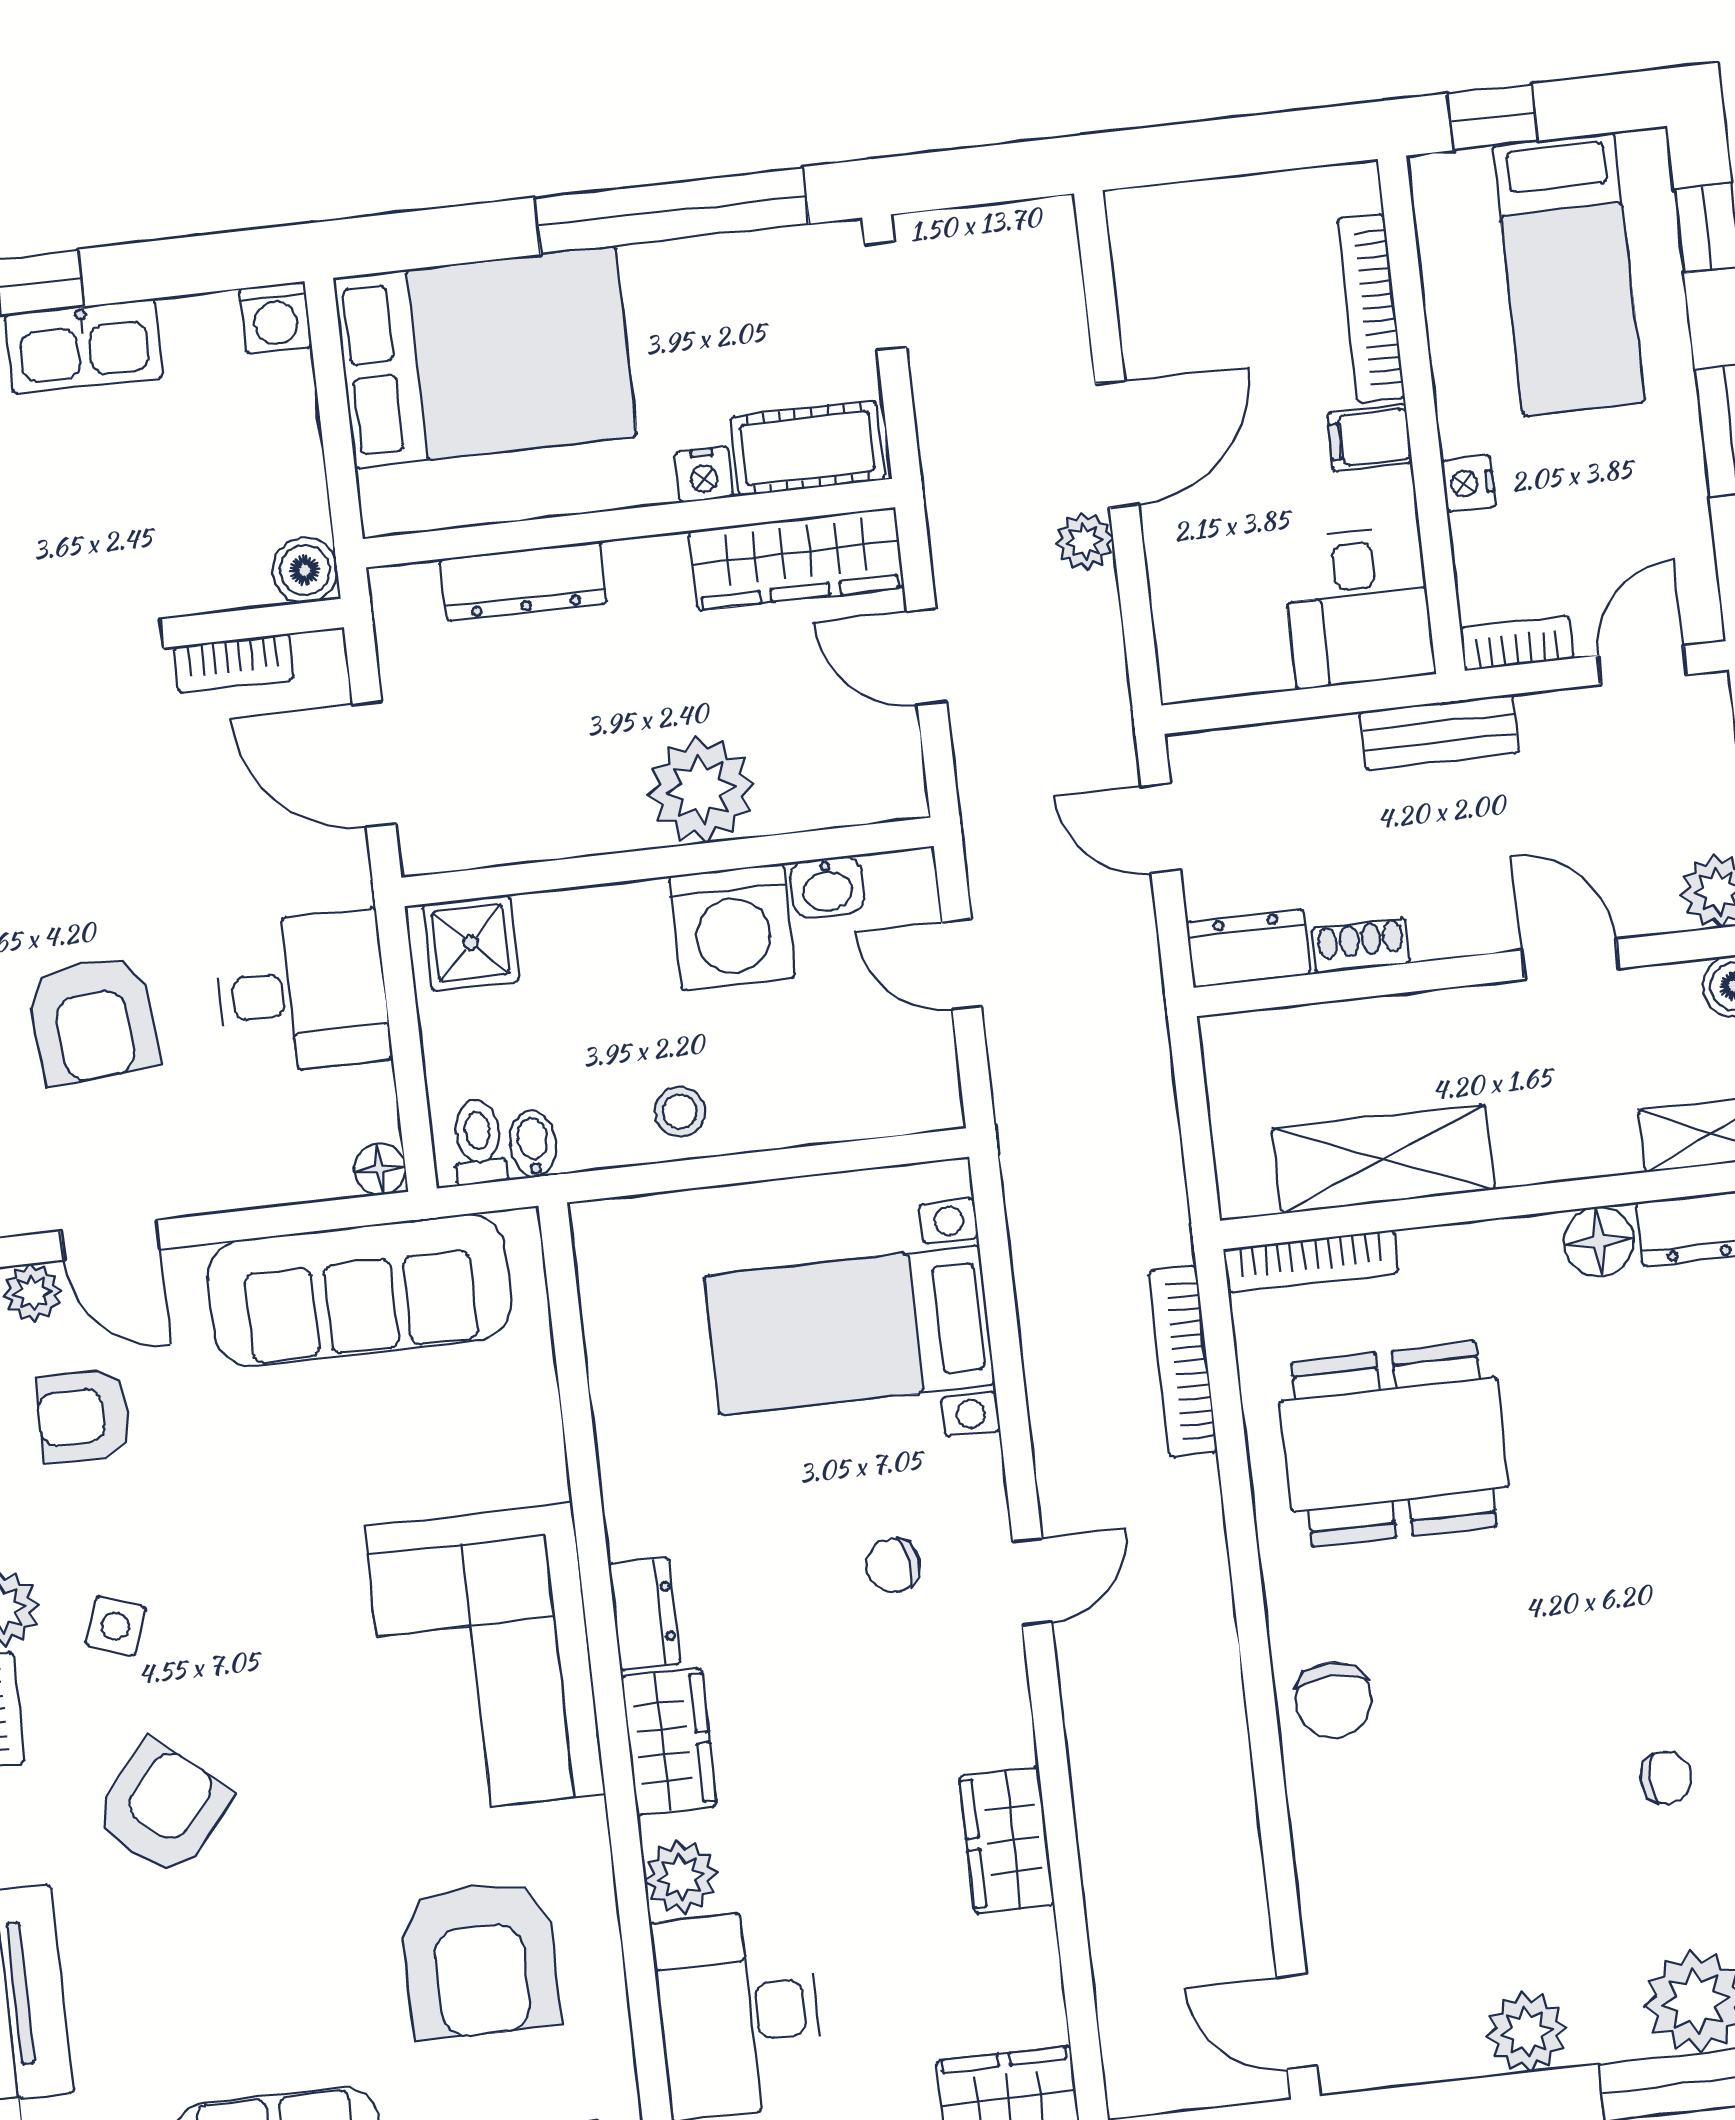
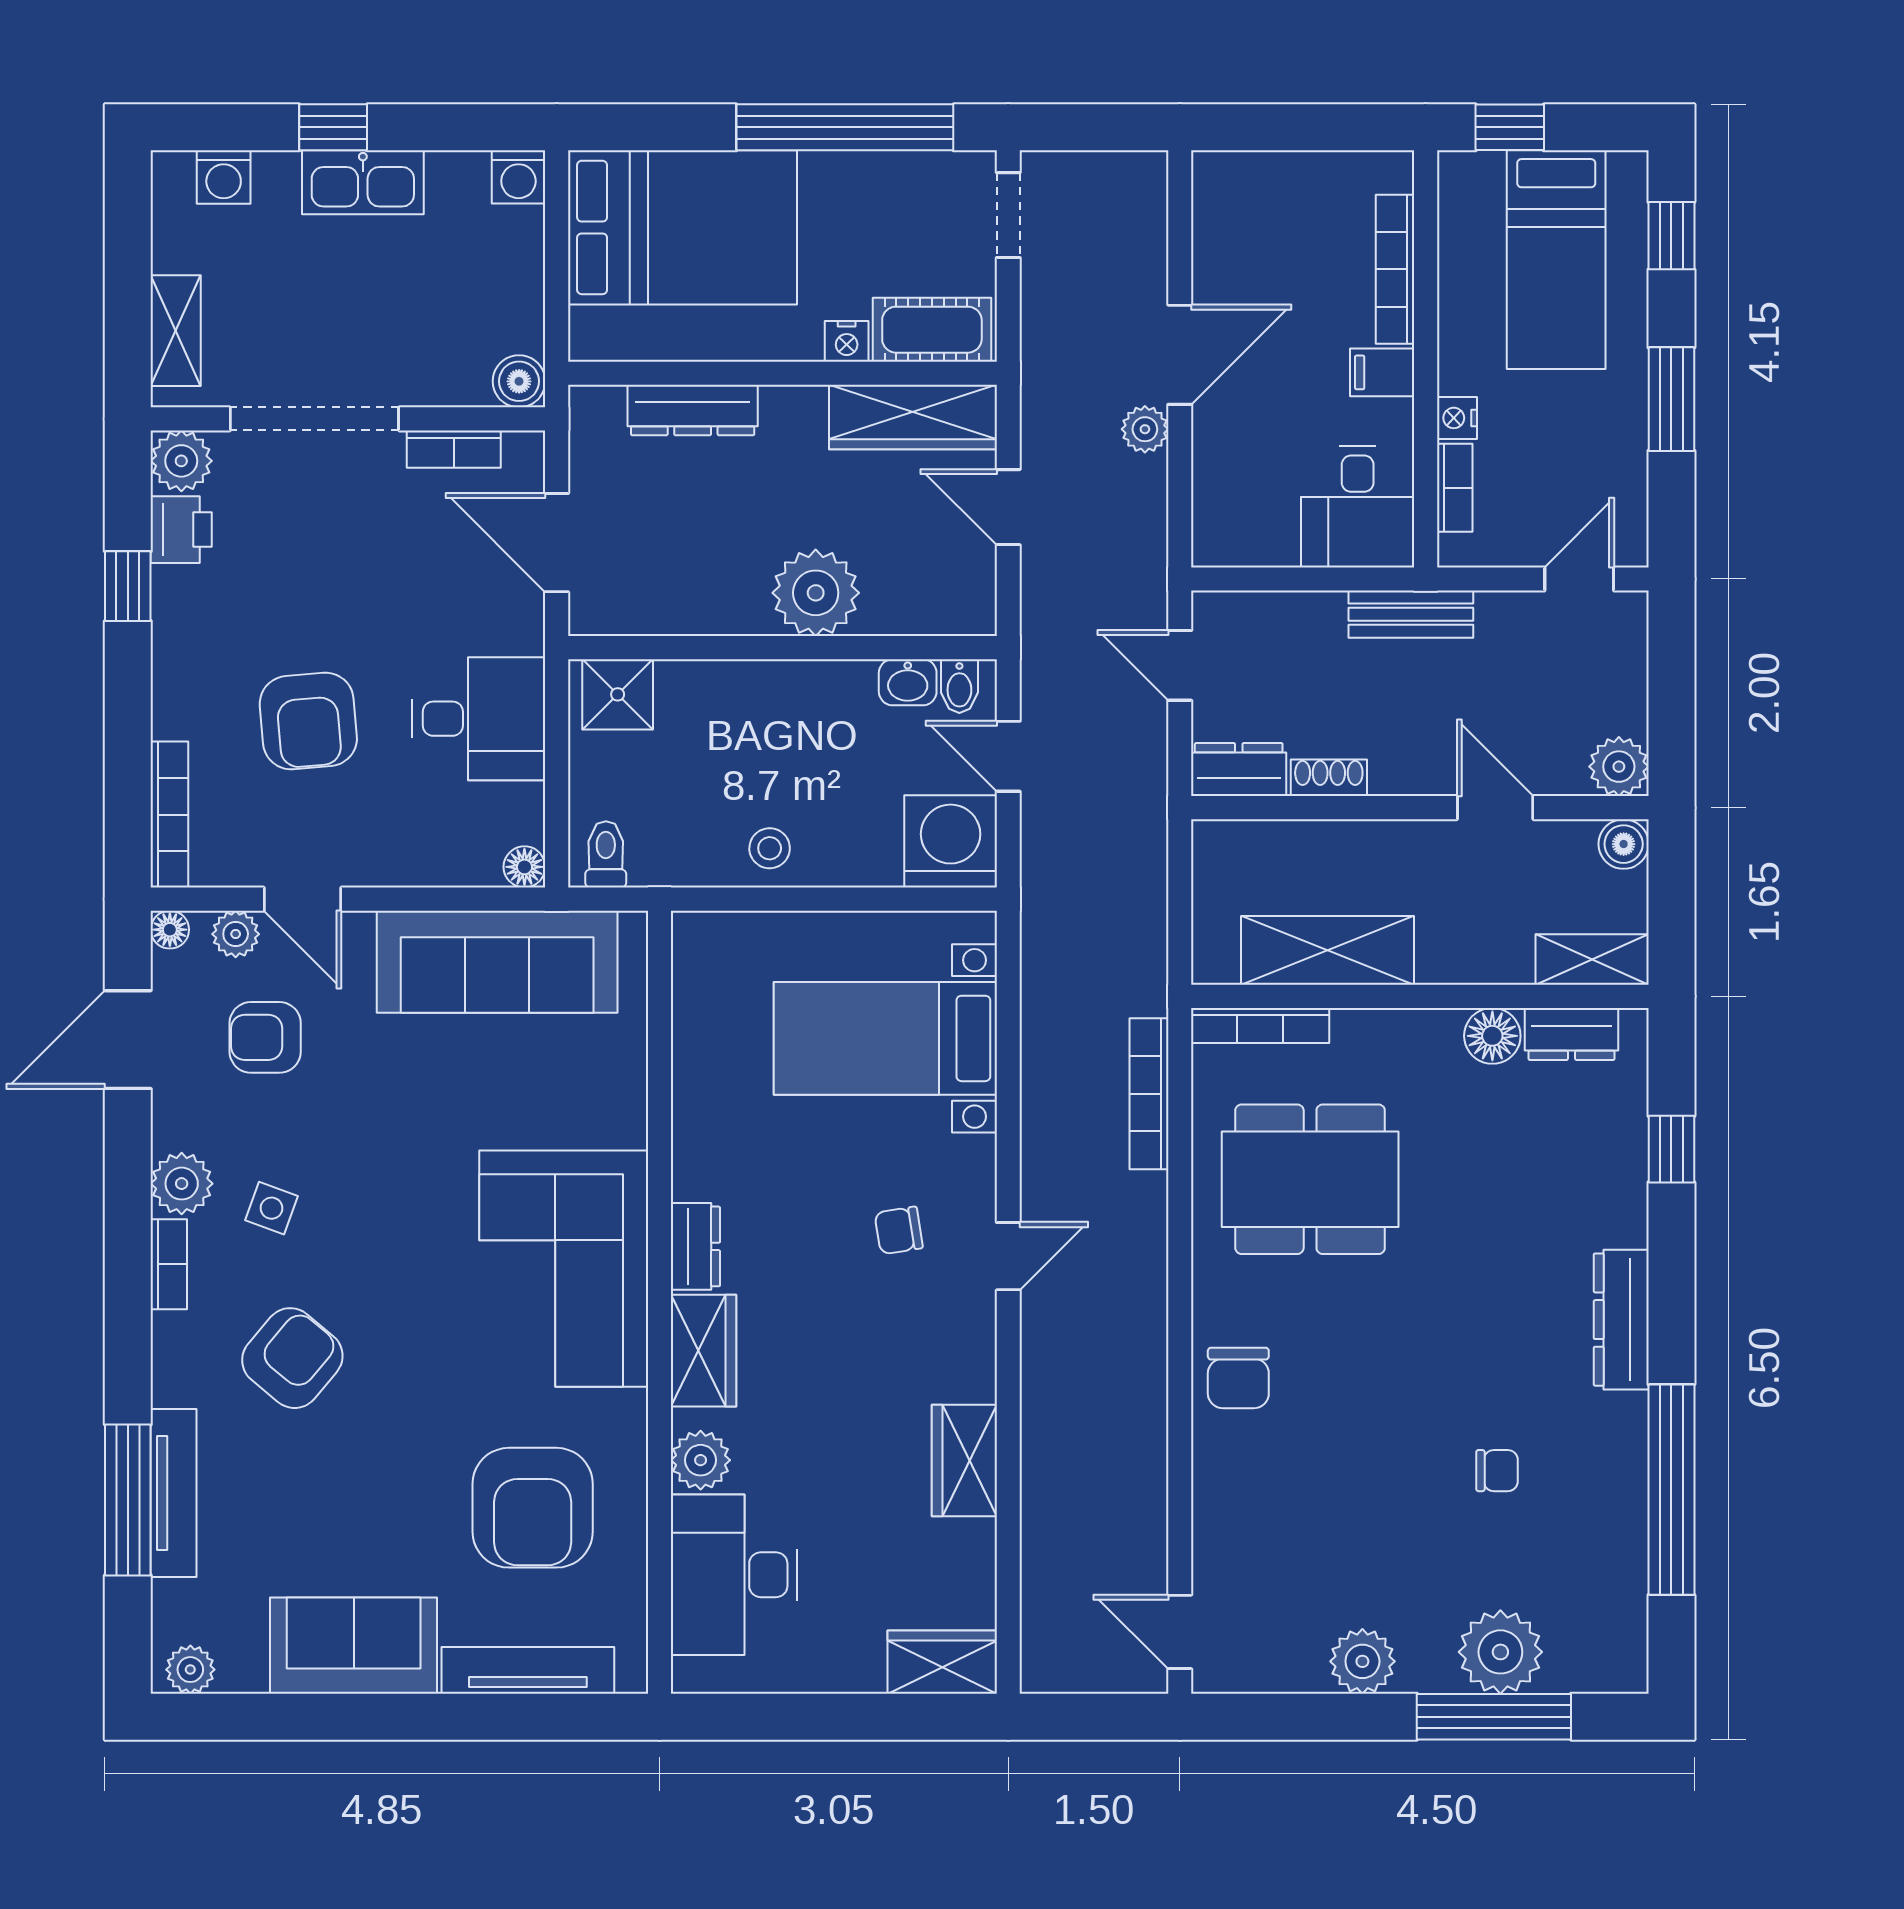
bookcase: (1517, 643) -> (1455, 488), moved, turned 90
washing machine: (732, 927) -> (951, 841), moved, turned 180
bidet: (533, 1144) -> (959, 686), moved, turned 180

